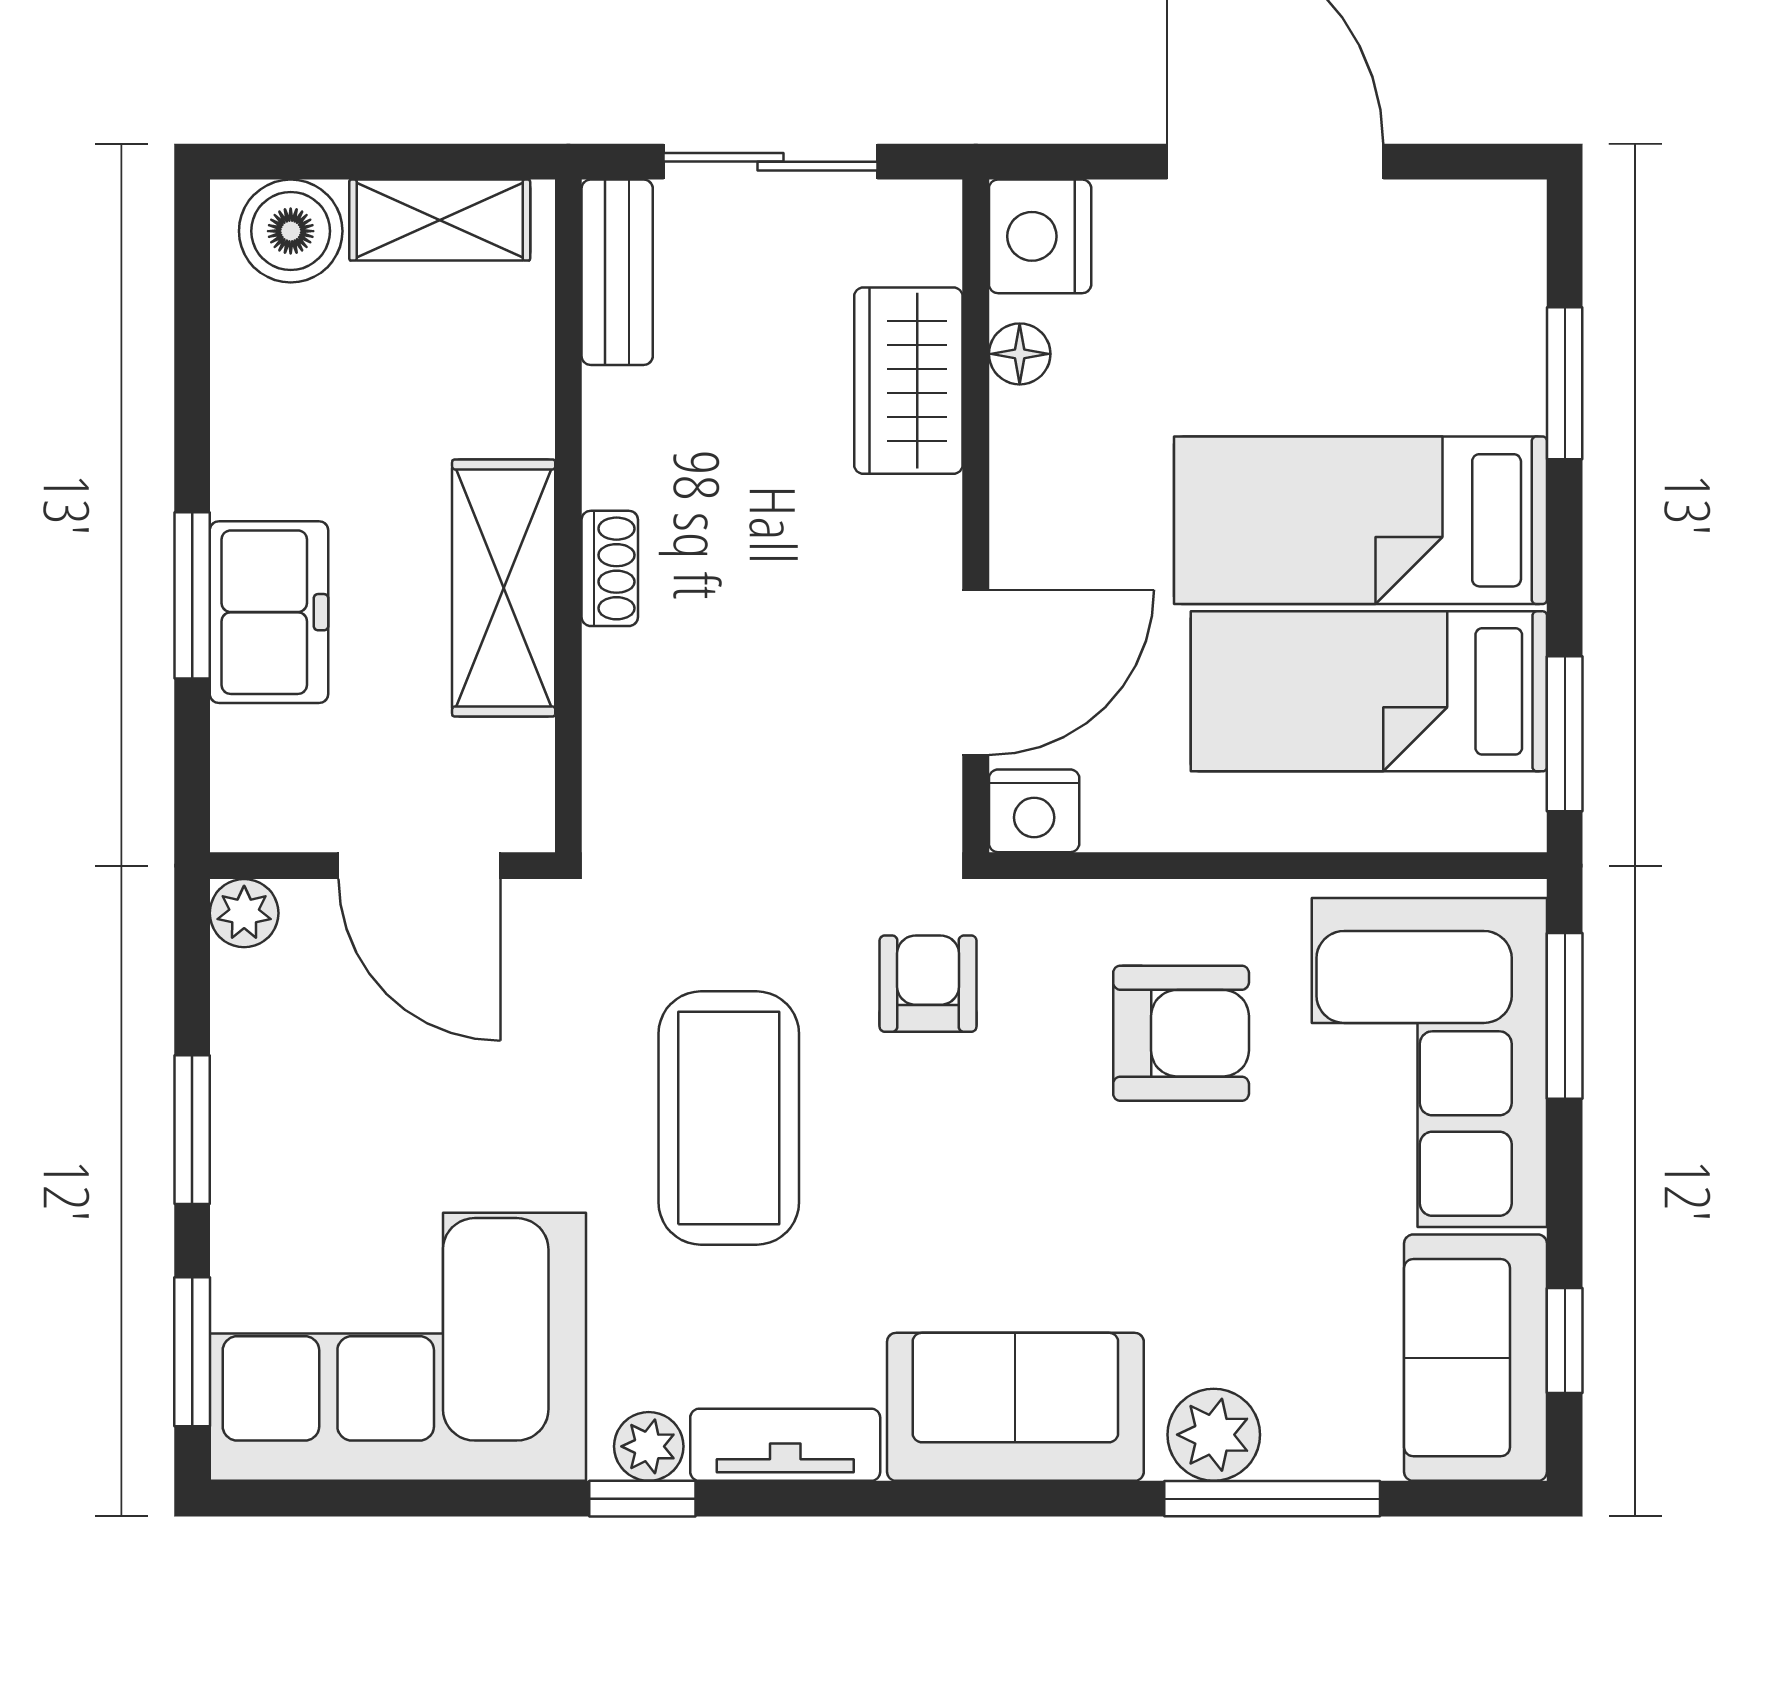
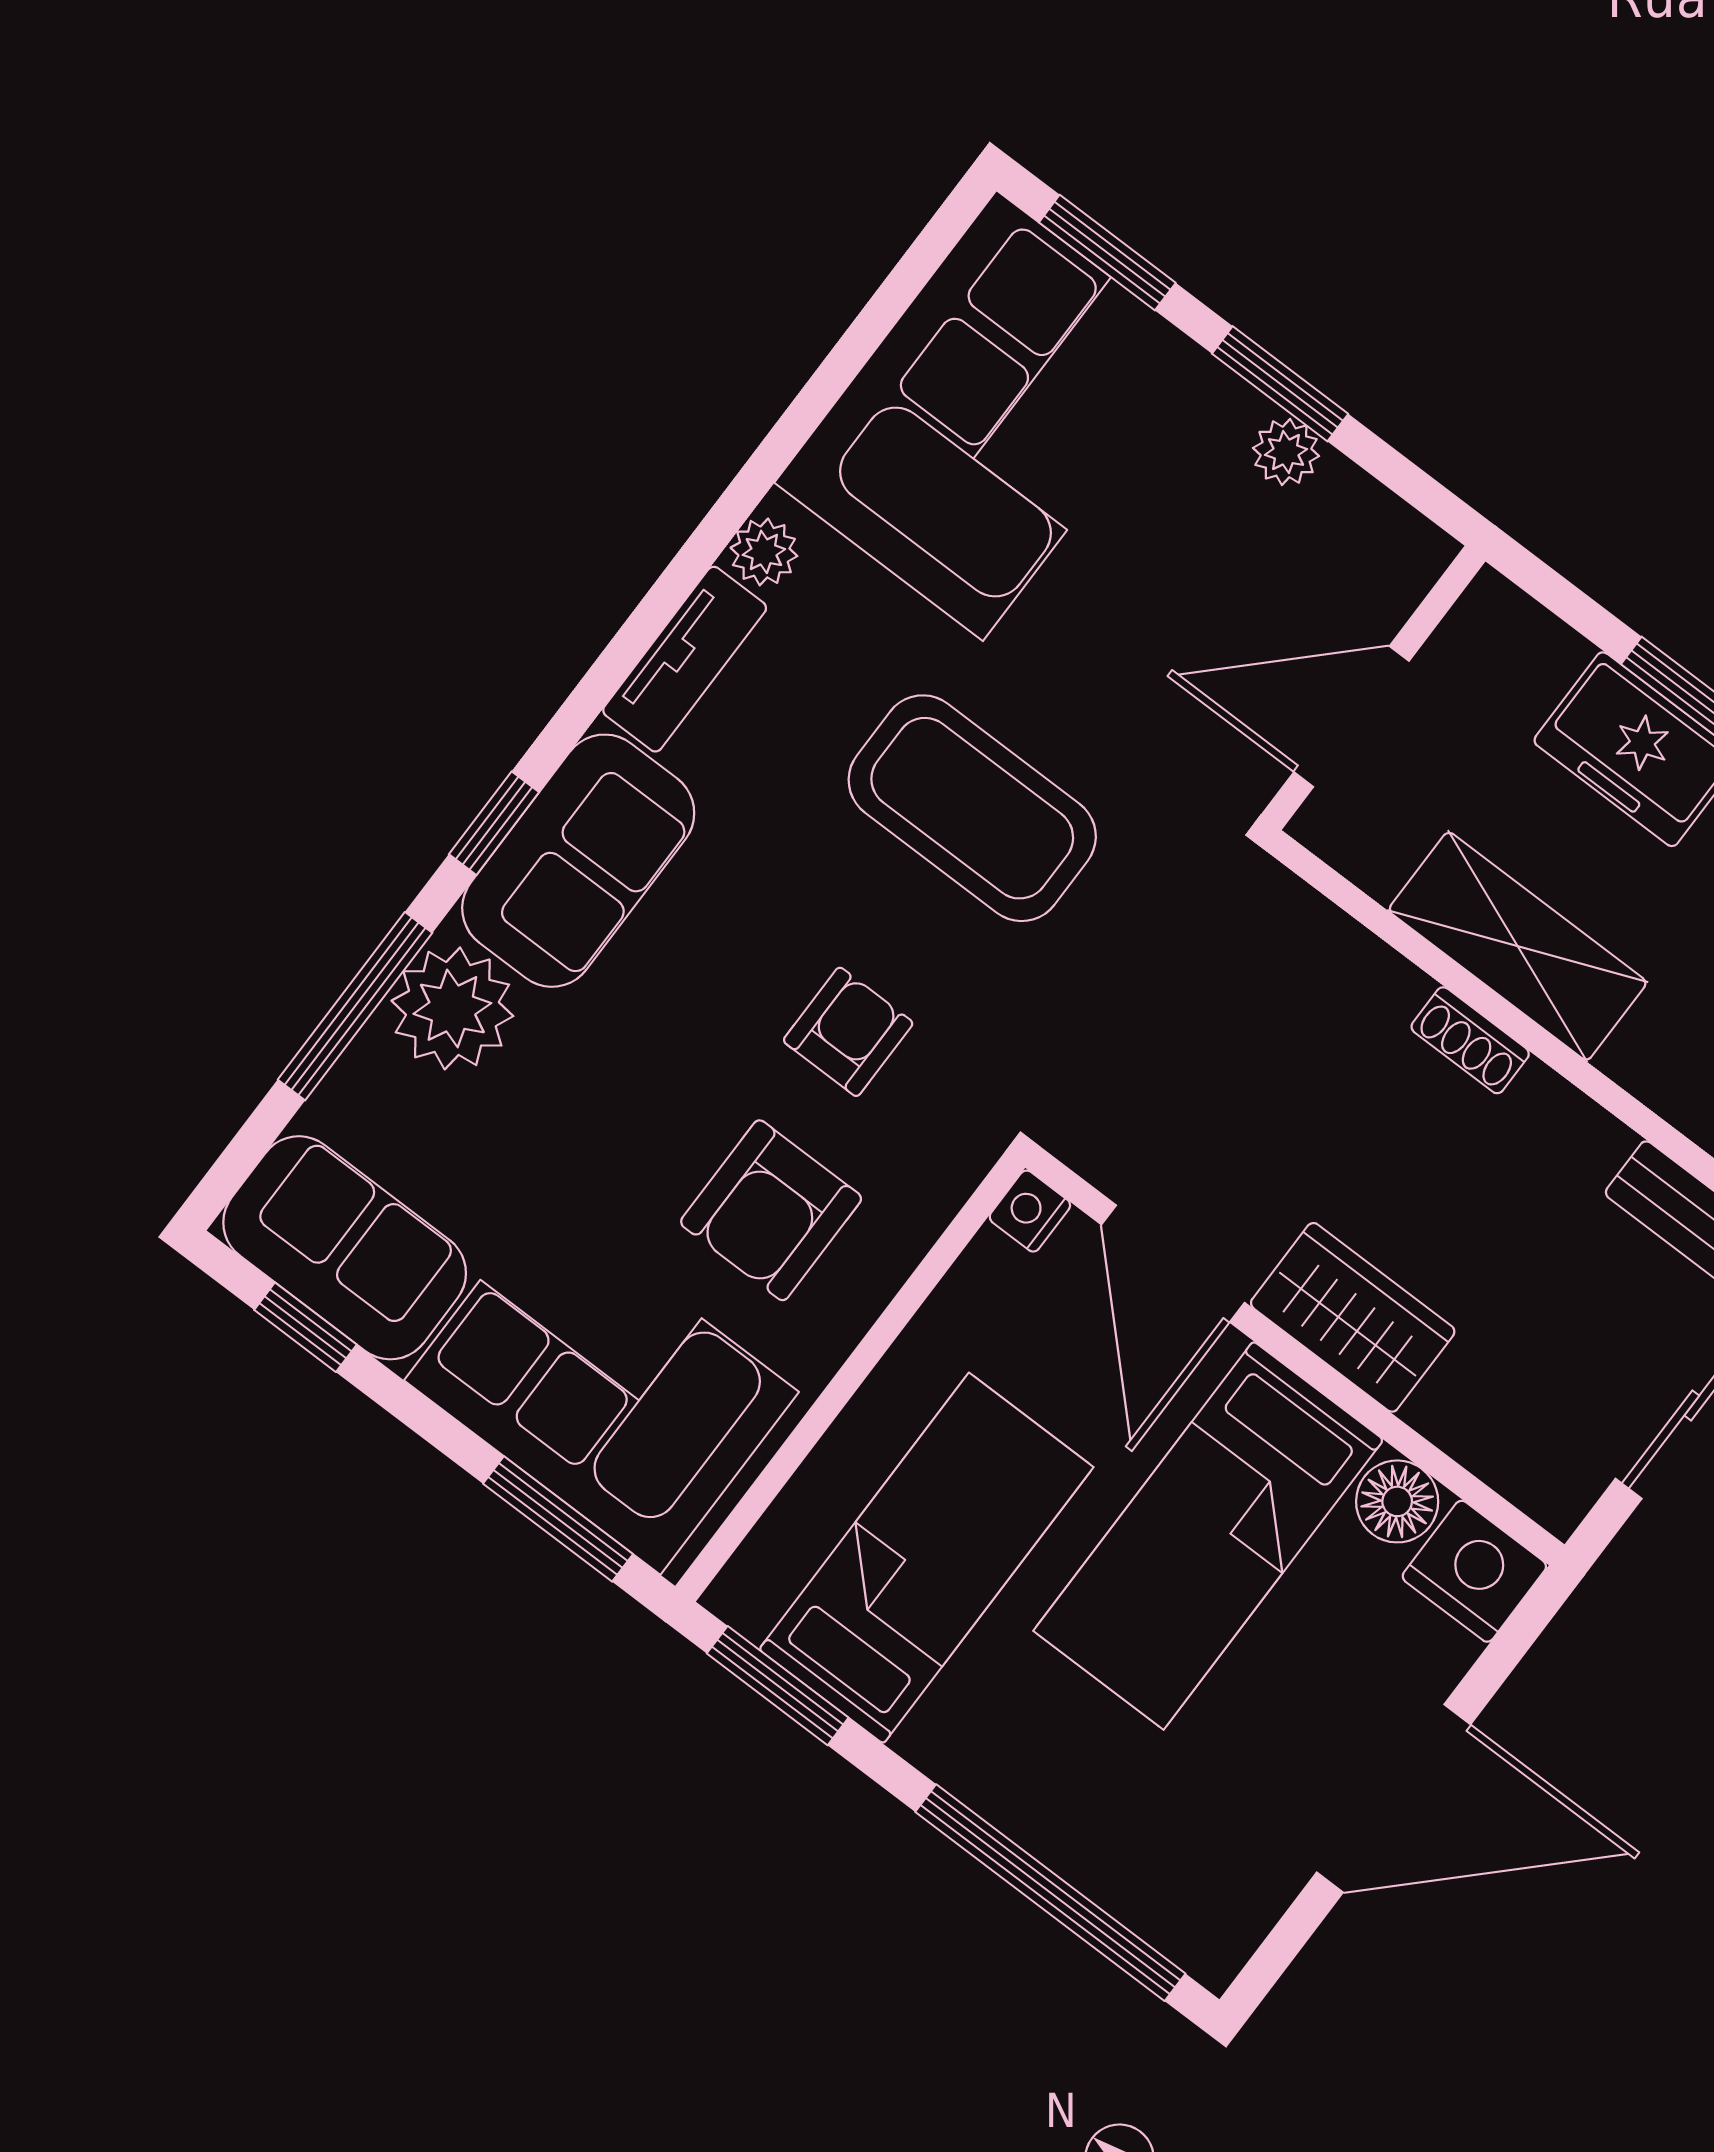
floor lamp: (1020, 354) -> (1397, 1501), width x1.37, depth x1.37
wardrobe: (908, 381) -> (1353, 1317), moved
window: (1565, 383) -> (1050, 1893), width x2.11
bed: (1360, 520) -> (1208, 1535), moved, turned 180
nightstand: (1034, 811) -> (1030, 1211), width x0.72, depth x0.74
plant: (244, 913) -> (1286, 452), moved
armchair: (928, 984) -> (848, 1032), moved, turned -90
plant: (1214, 1435) -> (452, 1008), width x1.36, depth x1.36
window: (642, 1499) -> (494, 823), moved

